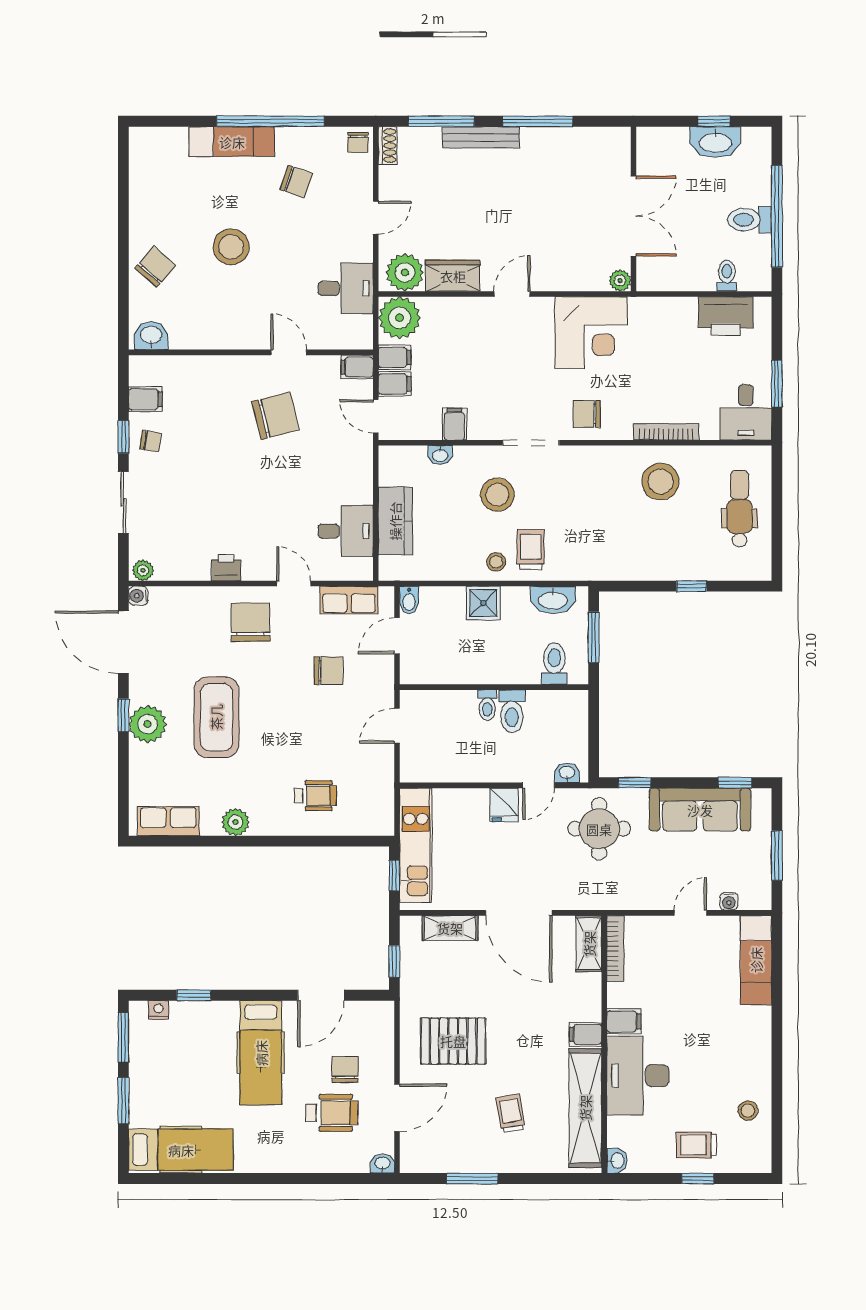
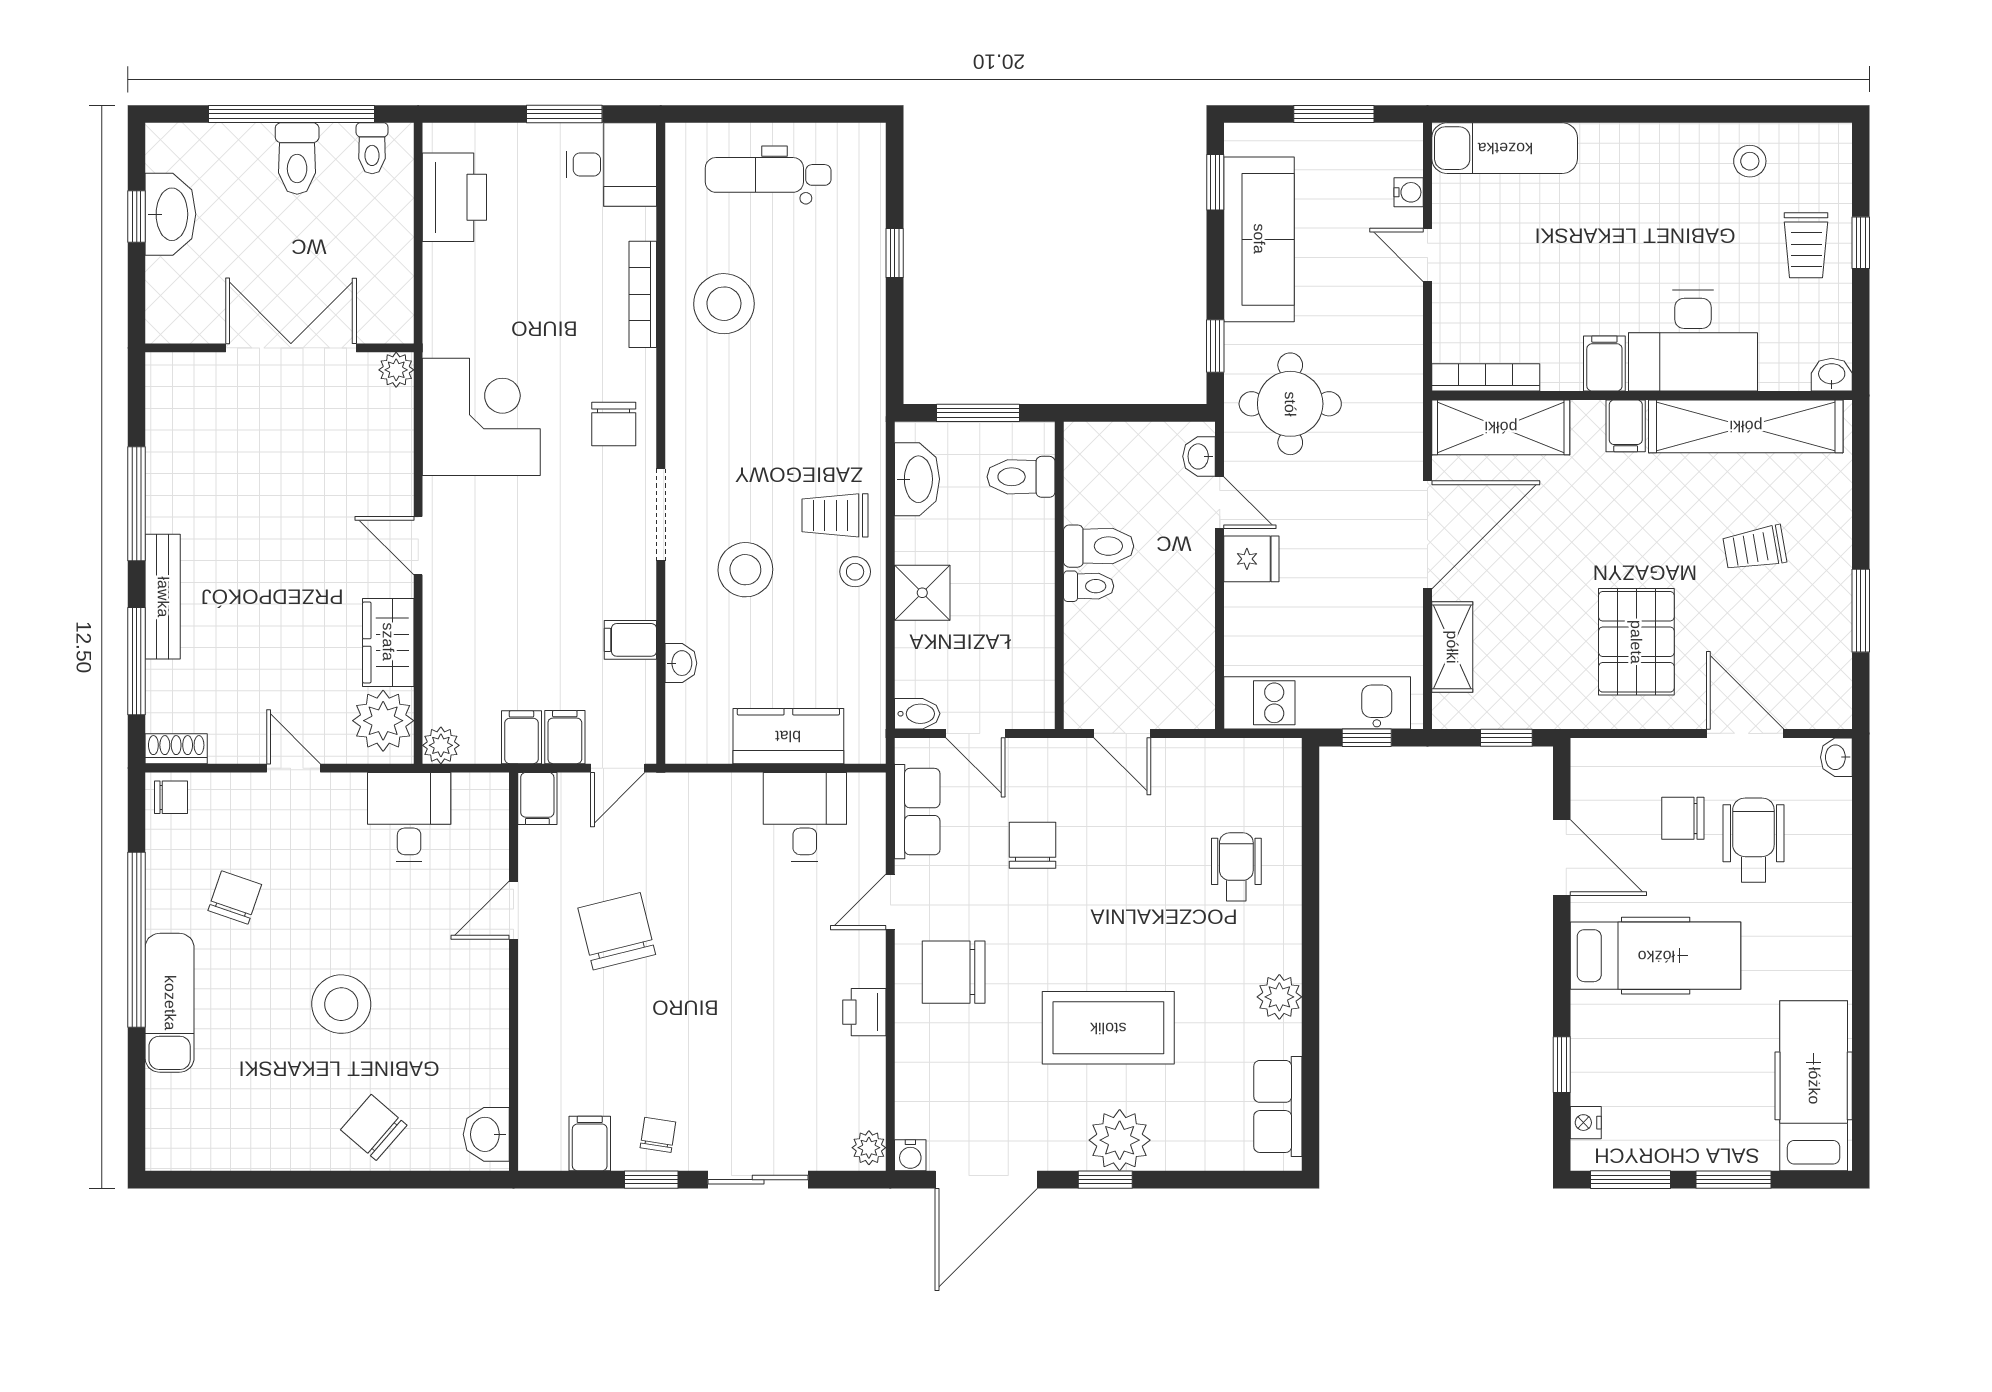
toilet: (727, 276) -> (372, 148), moved, turned -90
plant: (400, 318) -> (441, 745), width x0.53, depth x0.53
shelving: (589, 944) -> (1501, 427), width x1.50, depth x1.33

